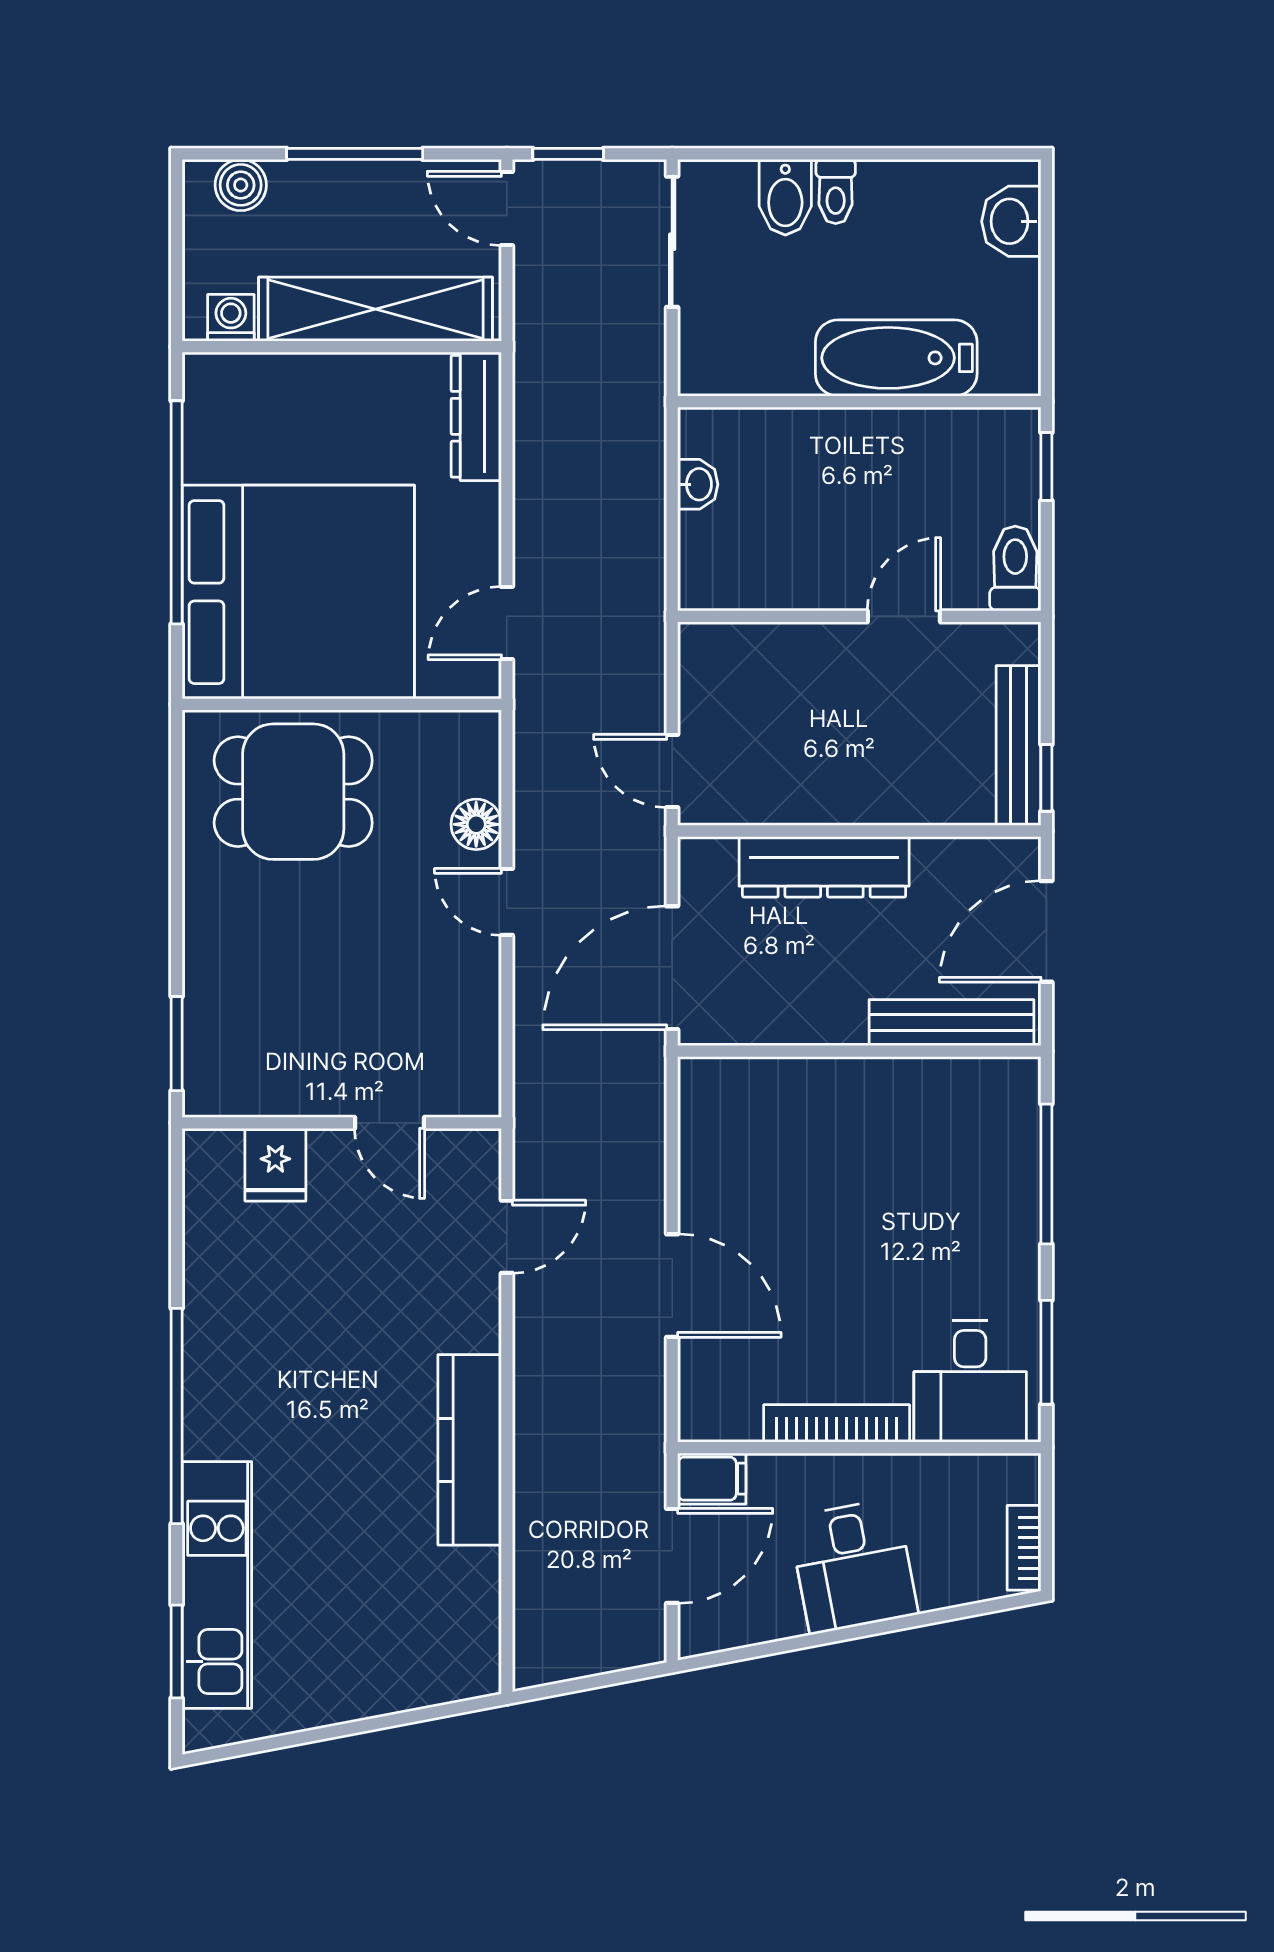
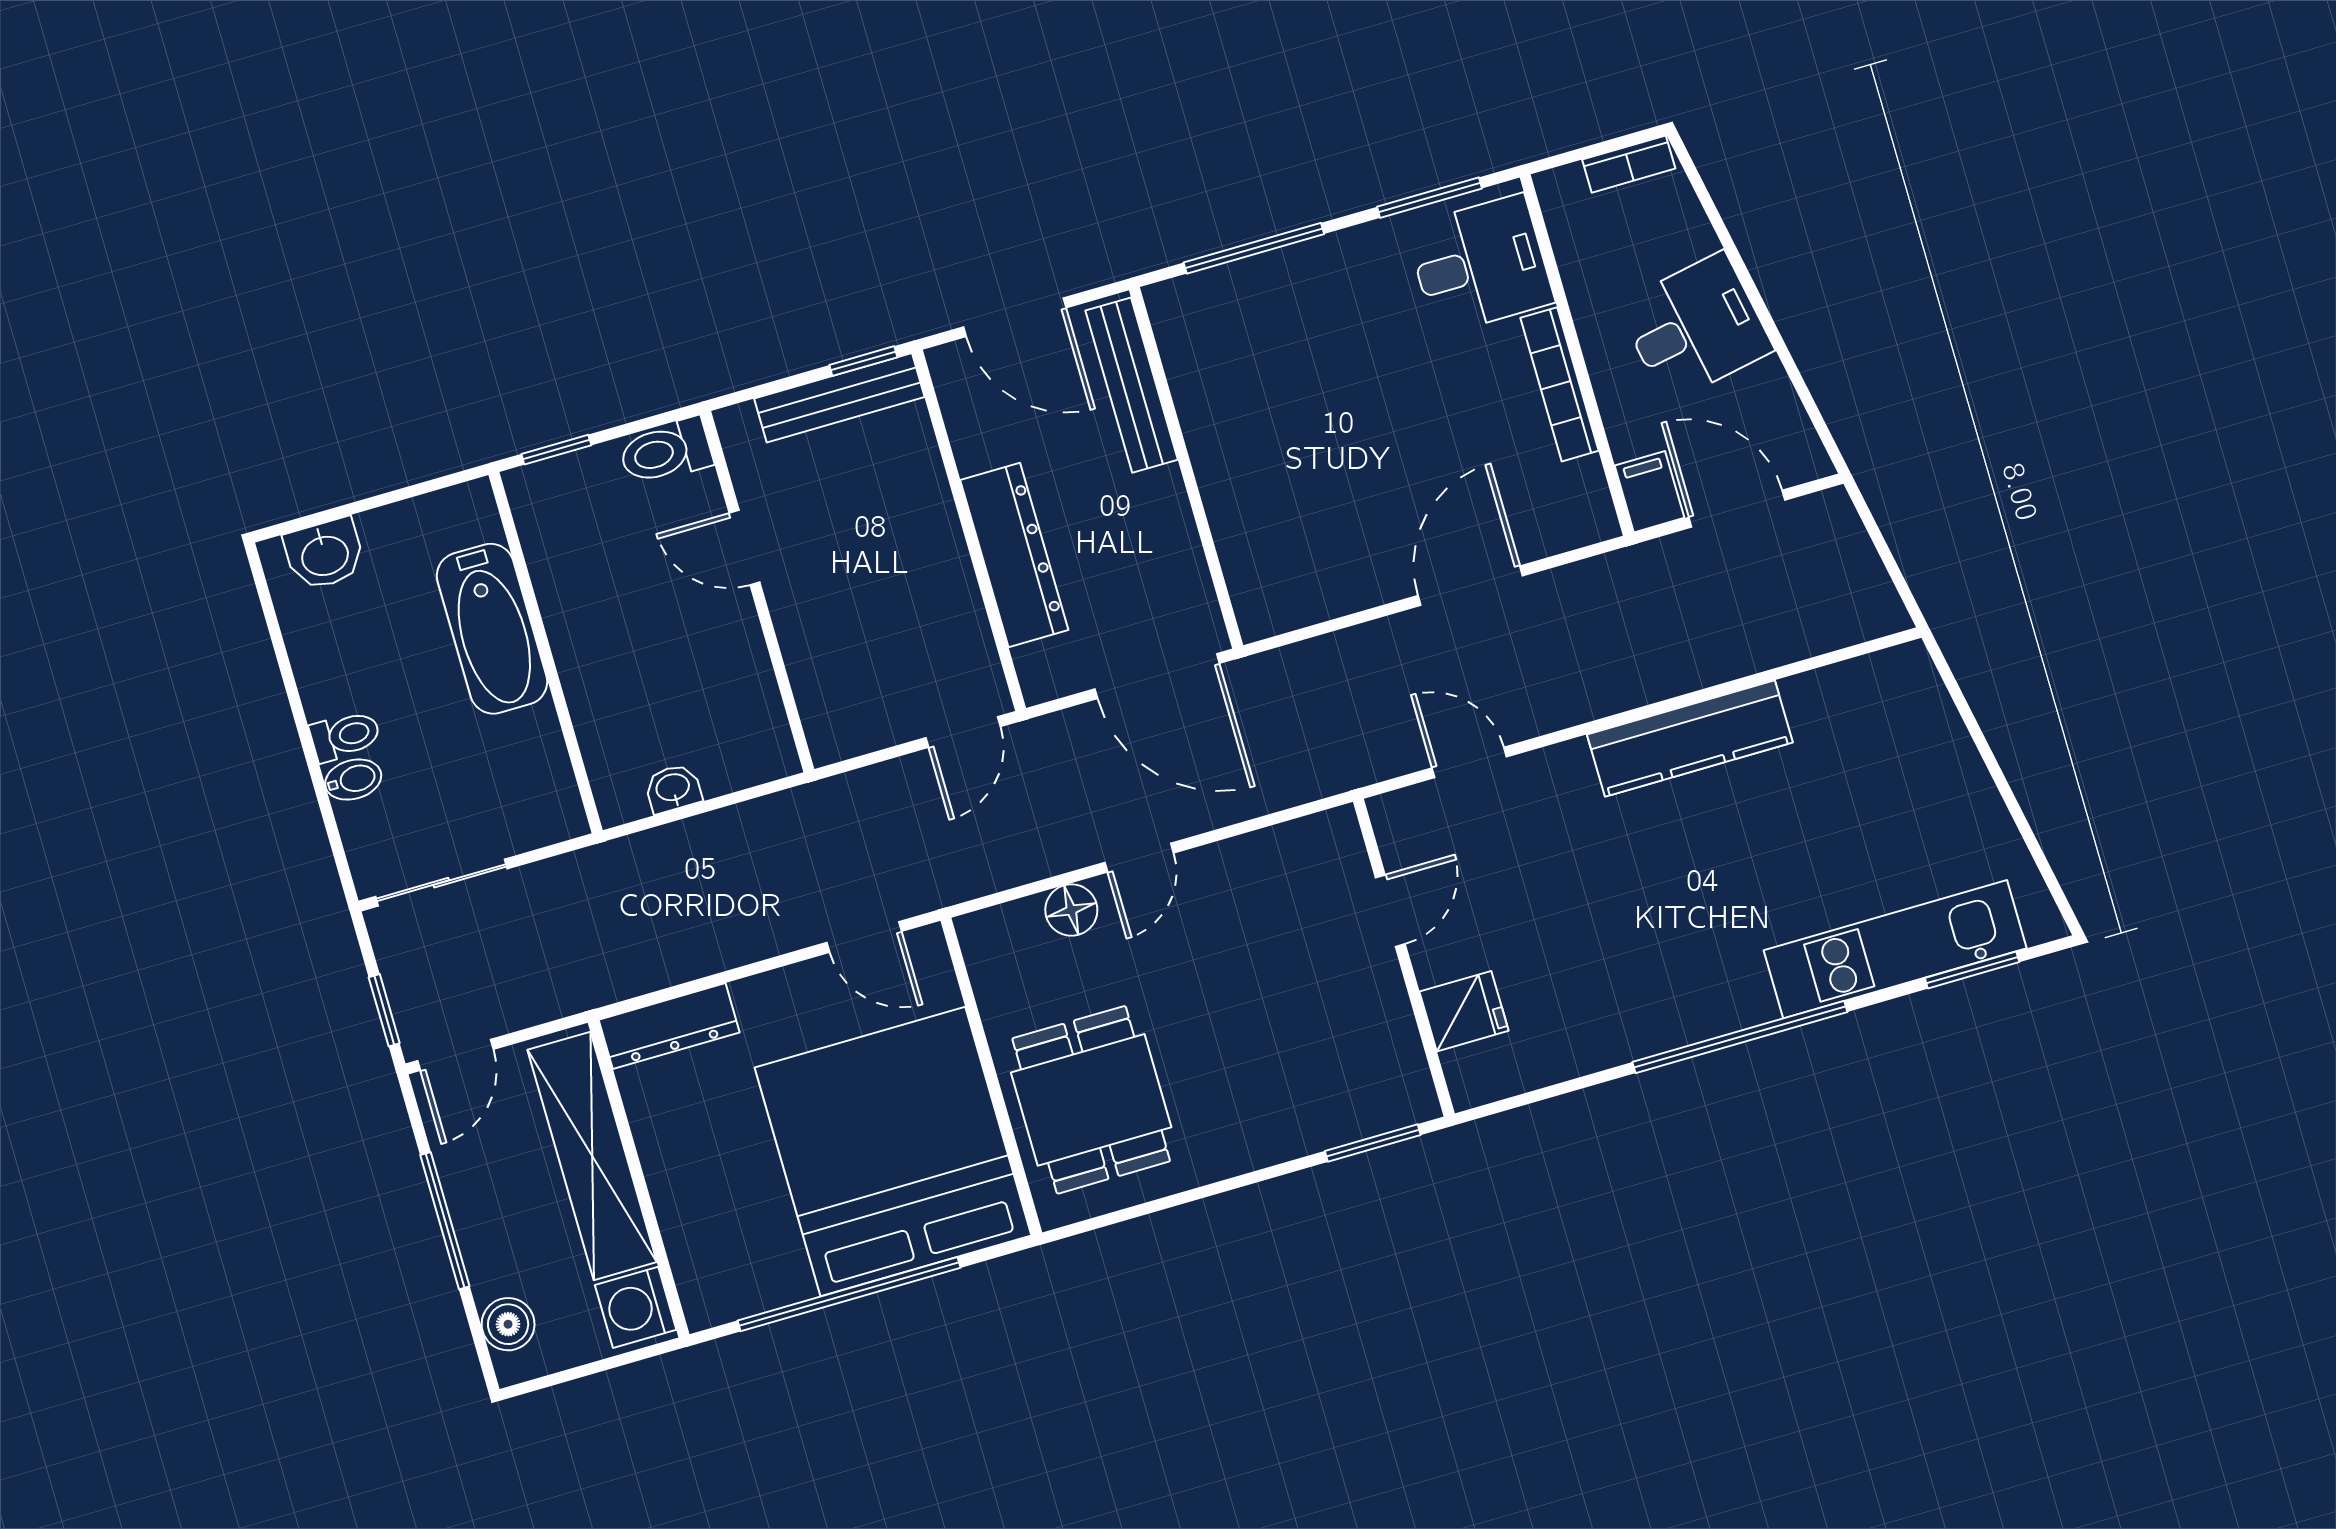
bidet: (785, 197) -> (353, 780), width x0.72, depth x0.74
washing machine: (231, 318) -> (636, 1307), width x1.38, depth x1.38

